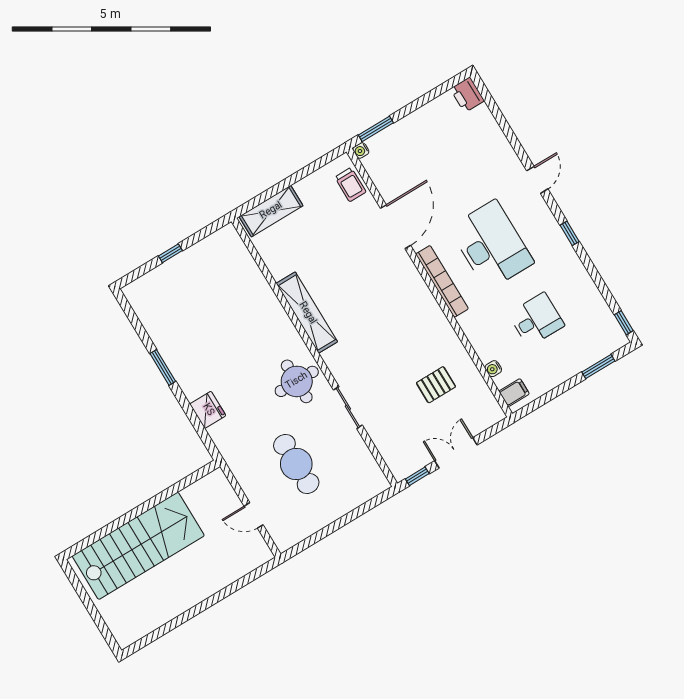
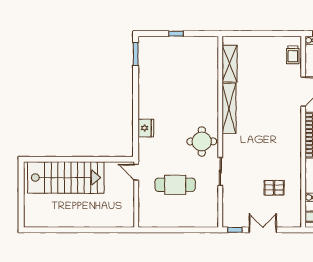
shelving: (271, 211) -> (230, 64), moved, turned 90
window: (163, 367) -> (136, 54), moved
cafe table: (296, 464) -> (175, 185), turned 90
door: (254, 515) -> (136, 172), moved

